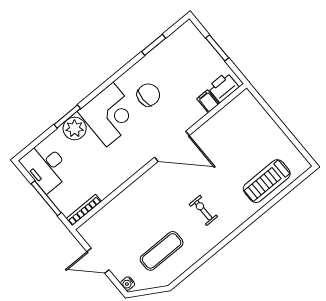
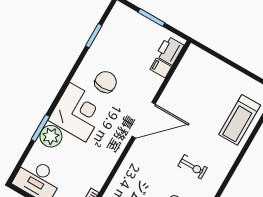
exercise bike: (203, 210) -> (193, 167), turned 180

